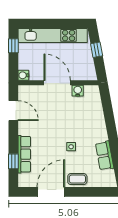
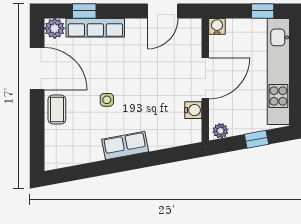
plant: (91, 73) -> (220, 131), added
row of seats: (105, 156) -> (125, 146), moved
plant: (25, 181) -> (55, 28), added

